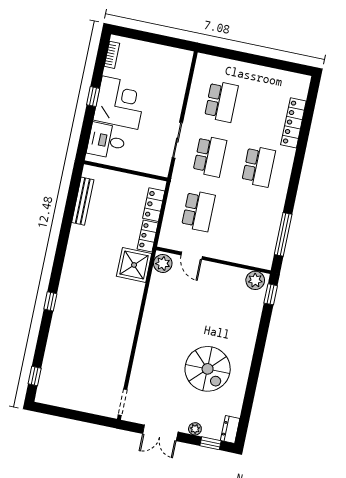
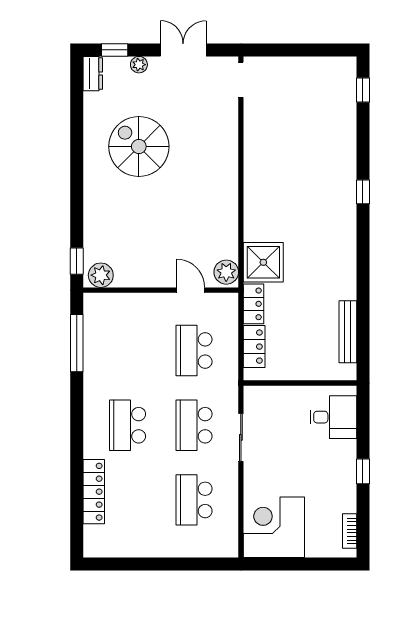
corner desk: (120, 103) -> (274, 527), moved, turned 90

